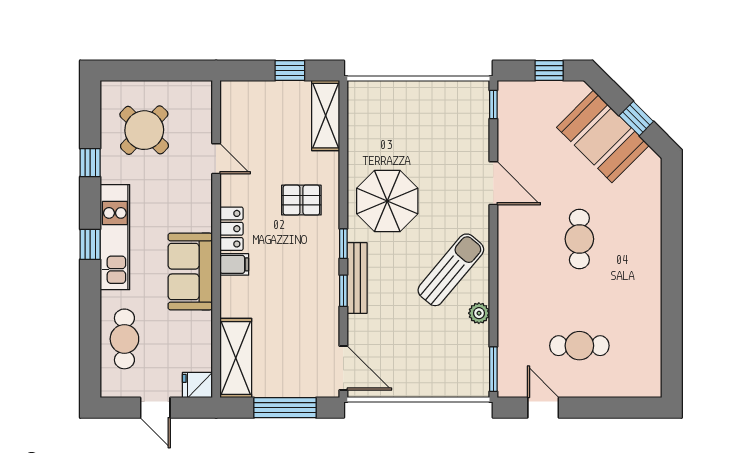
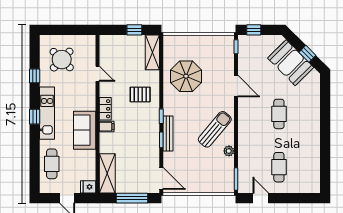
window: (549, 71) -> (254, 30), moved
parasol: (387, 201) -> (186, 76), moved
cafe table: (579, 346) -> (279, 167), turned 90

